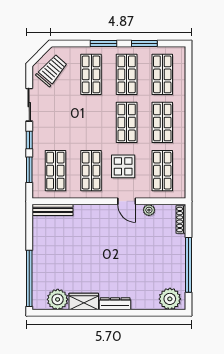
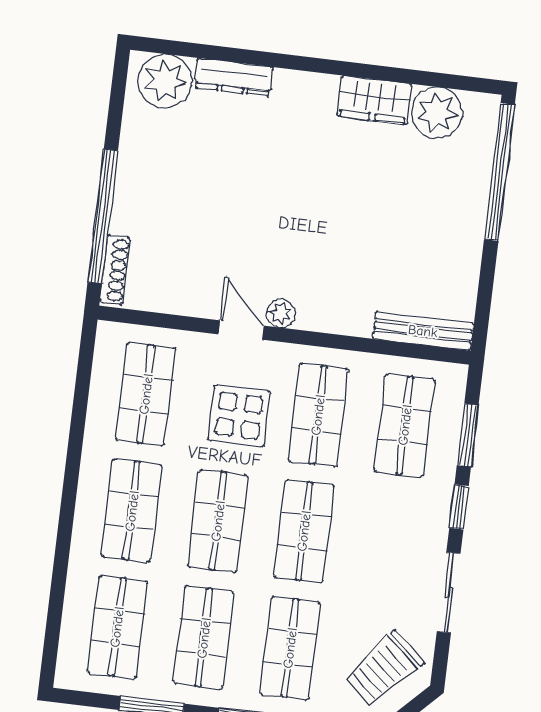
shop shelf: (91, 122) -> (304, 531), added
plant: (149, 210) -> (281, 313), moved
window: (188, 265) -> (103, 216), moved
dresser: (115, 304) -> (234, 77), moved

